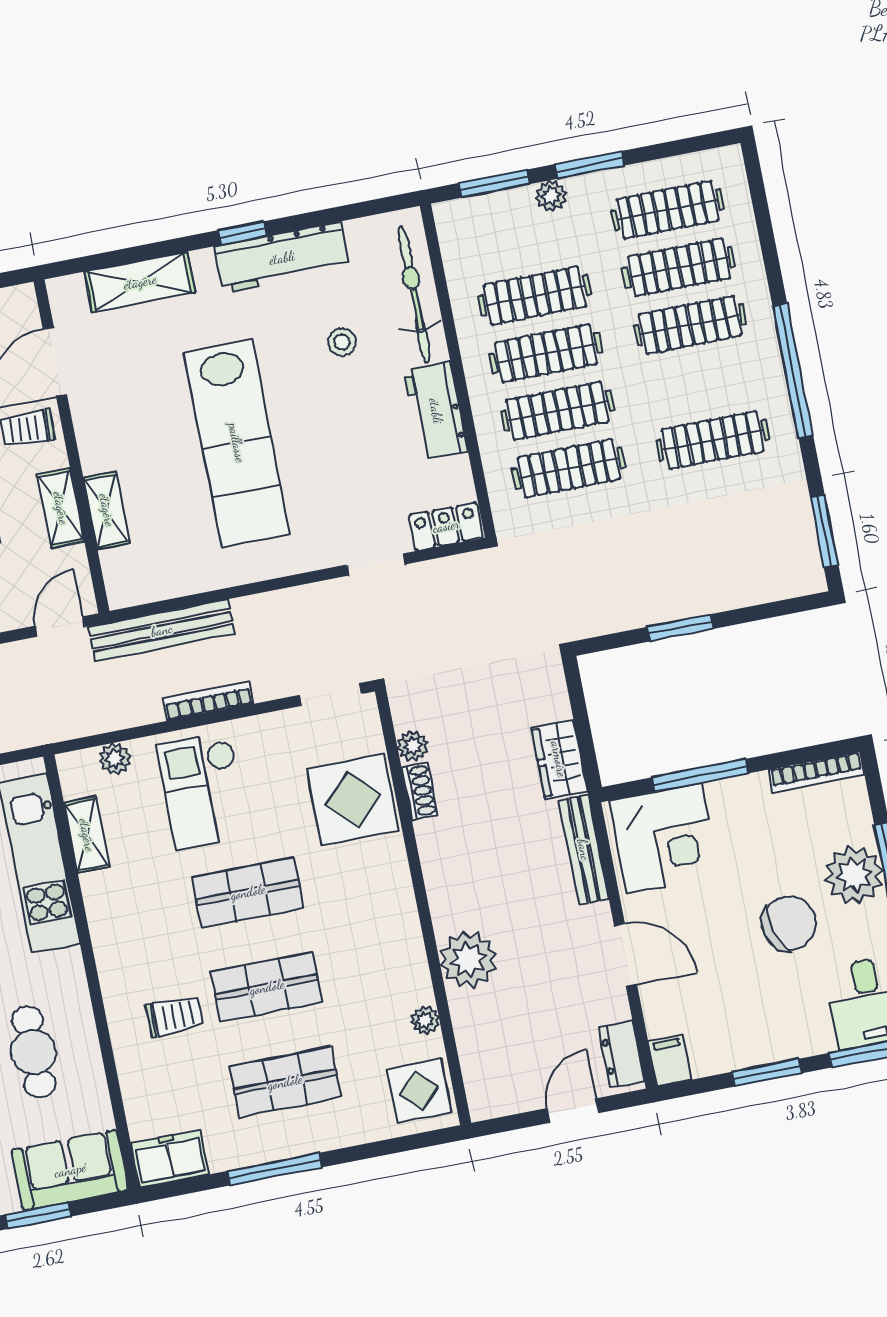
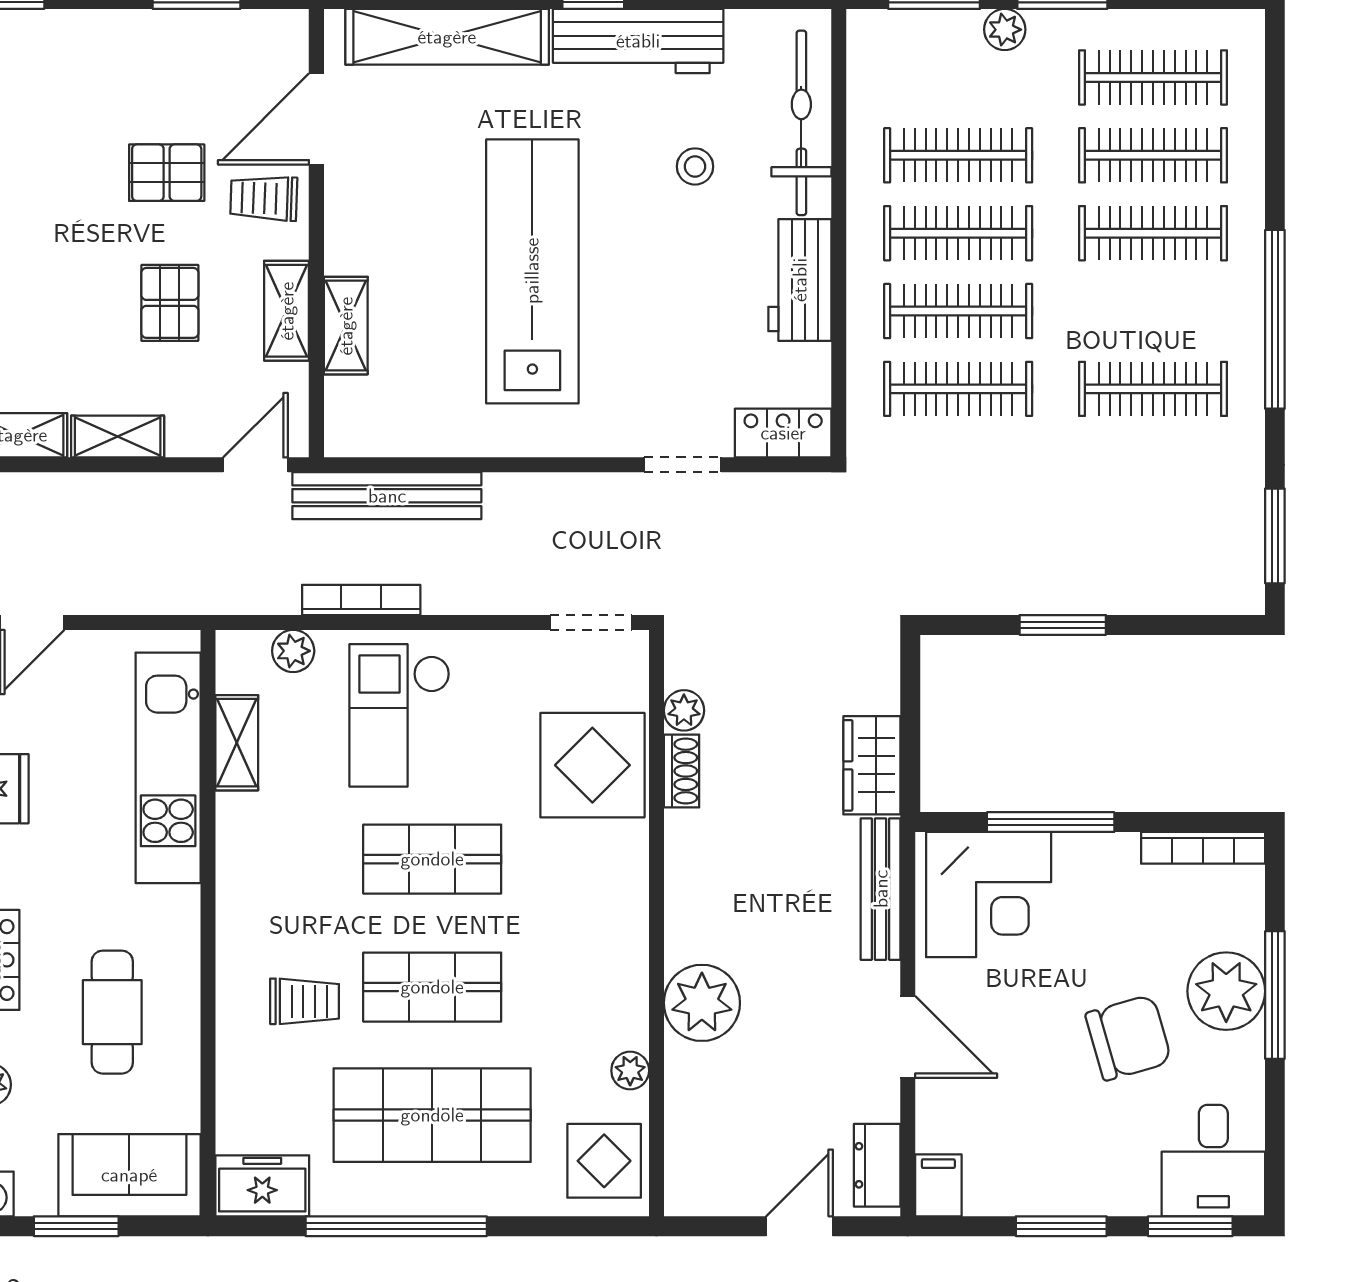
shelving: (140, 282) -> (447, 37), width x1.47
lab bench: (237, 443) -> (532, 271), turned 180
bookcase: (208, 701) -> (361, 600), moved
shop shelf: (285, 1082) -> (432, 1115), width x1.43, depth x1.36
window: (275, 1169) -> (396, 1226), width x1.46

